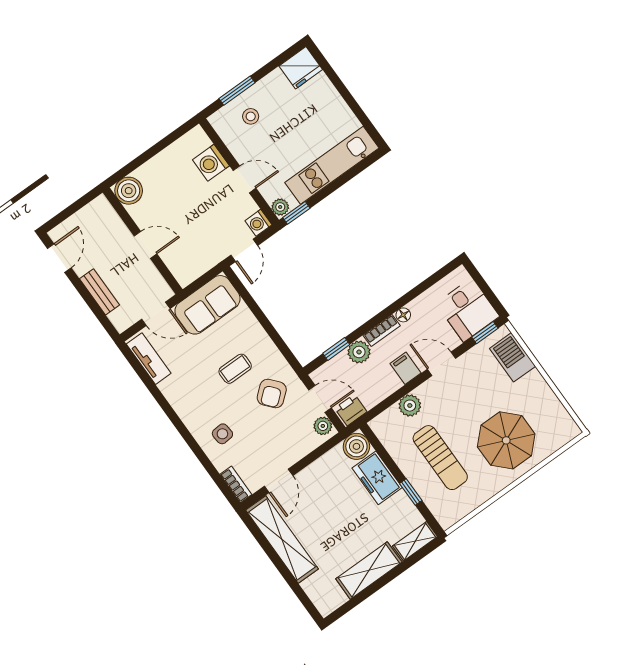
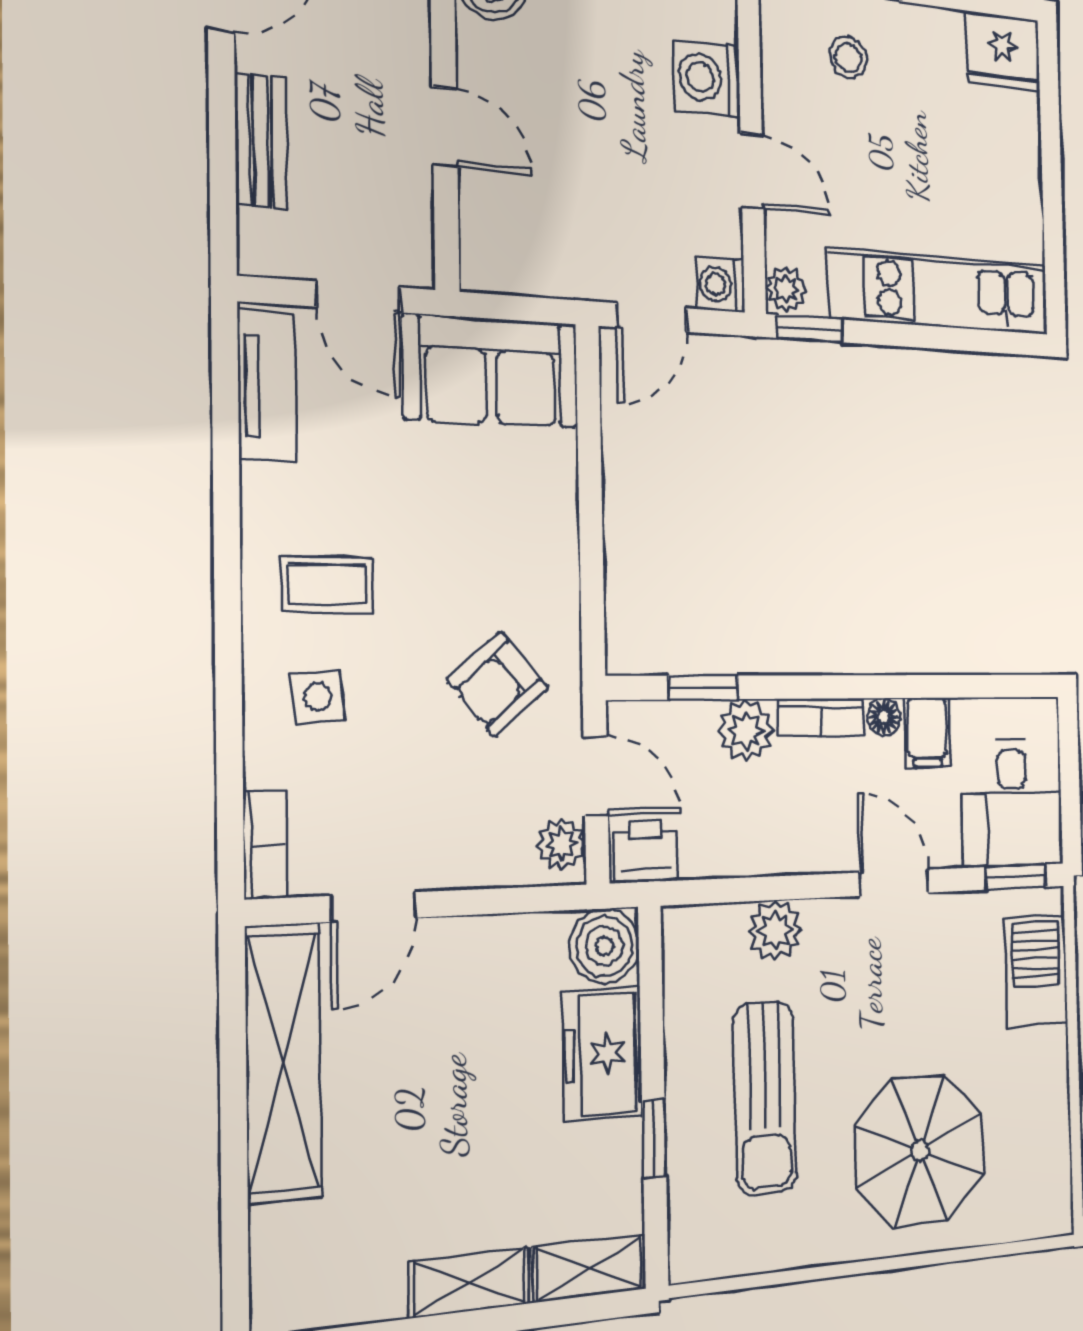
filing cabinet: (405, 368) -> (927, 732), moved, turned 180
coffee table: (235, 369) -> (327, 585), moved
shelving: (369, 570) -> (470, 1283), width x0.67, depth x0.75

